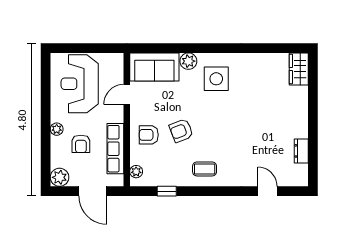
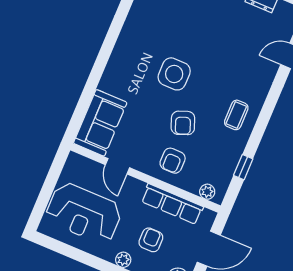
plant: (188, 61) -> (110, 83), removed
side table: (216, 79) -> (174, 74), moved
armchair: (81, 144) -> (151, 240), turned -90

